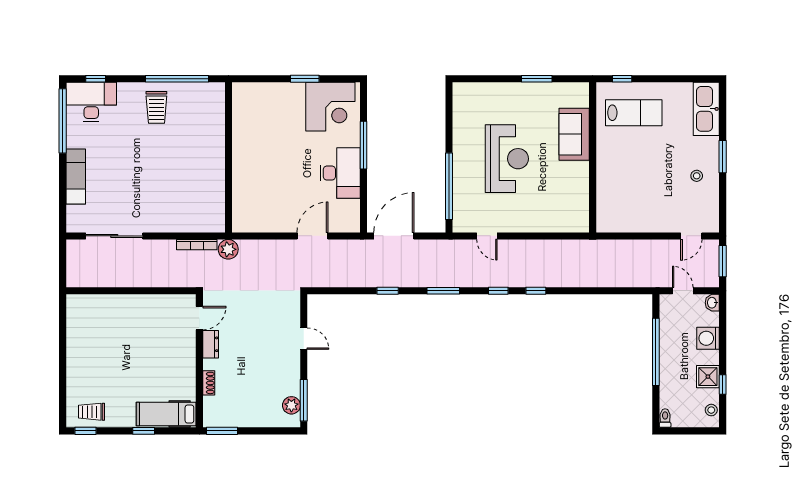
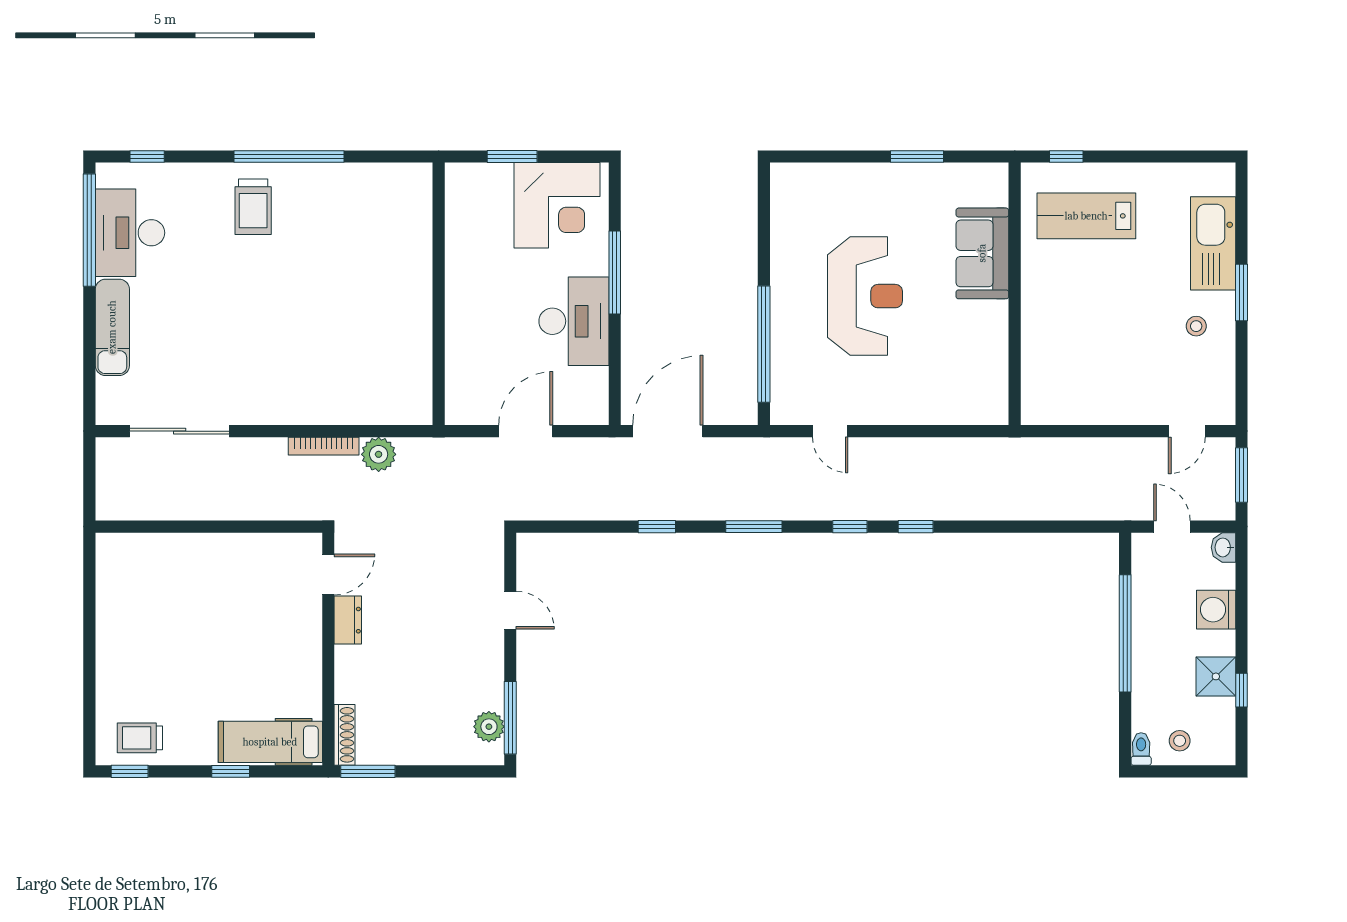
desk: (91, 102) -> (130, 233), moved, turned -90
kitchen sink: (706, 109) -> (1213, 243), moved
lab bench: (634, 113) -> (1086, 216), turned 180
wall: (228, 157) -> (439, 294), moved
shoe rack: (209, 383) -> (345, 735), moved, width x1.43
stool: (711, 410) -> (1180, 741), moved

